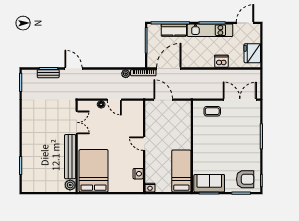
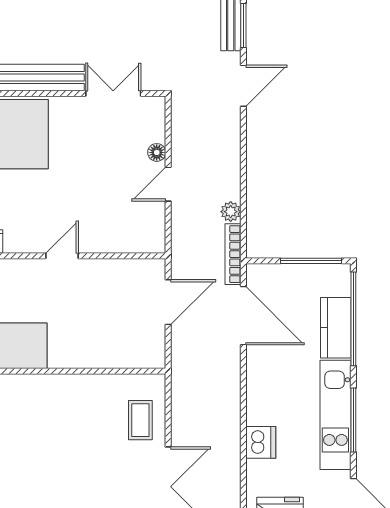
double door: (77, 122) -> (113, 93), swing flipped

